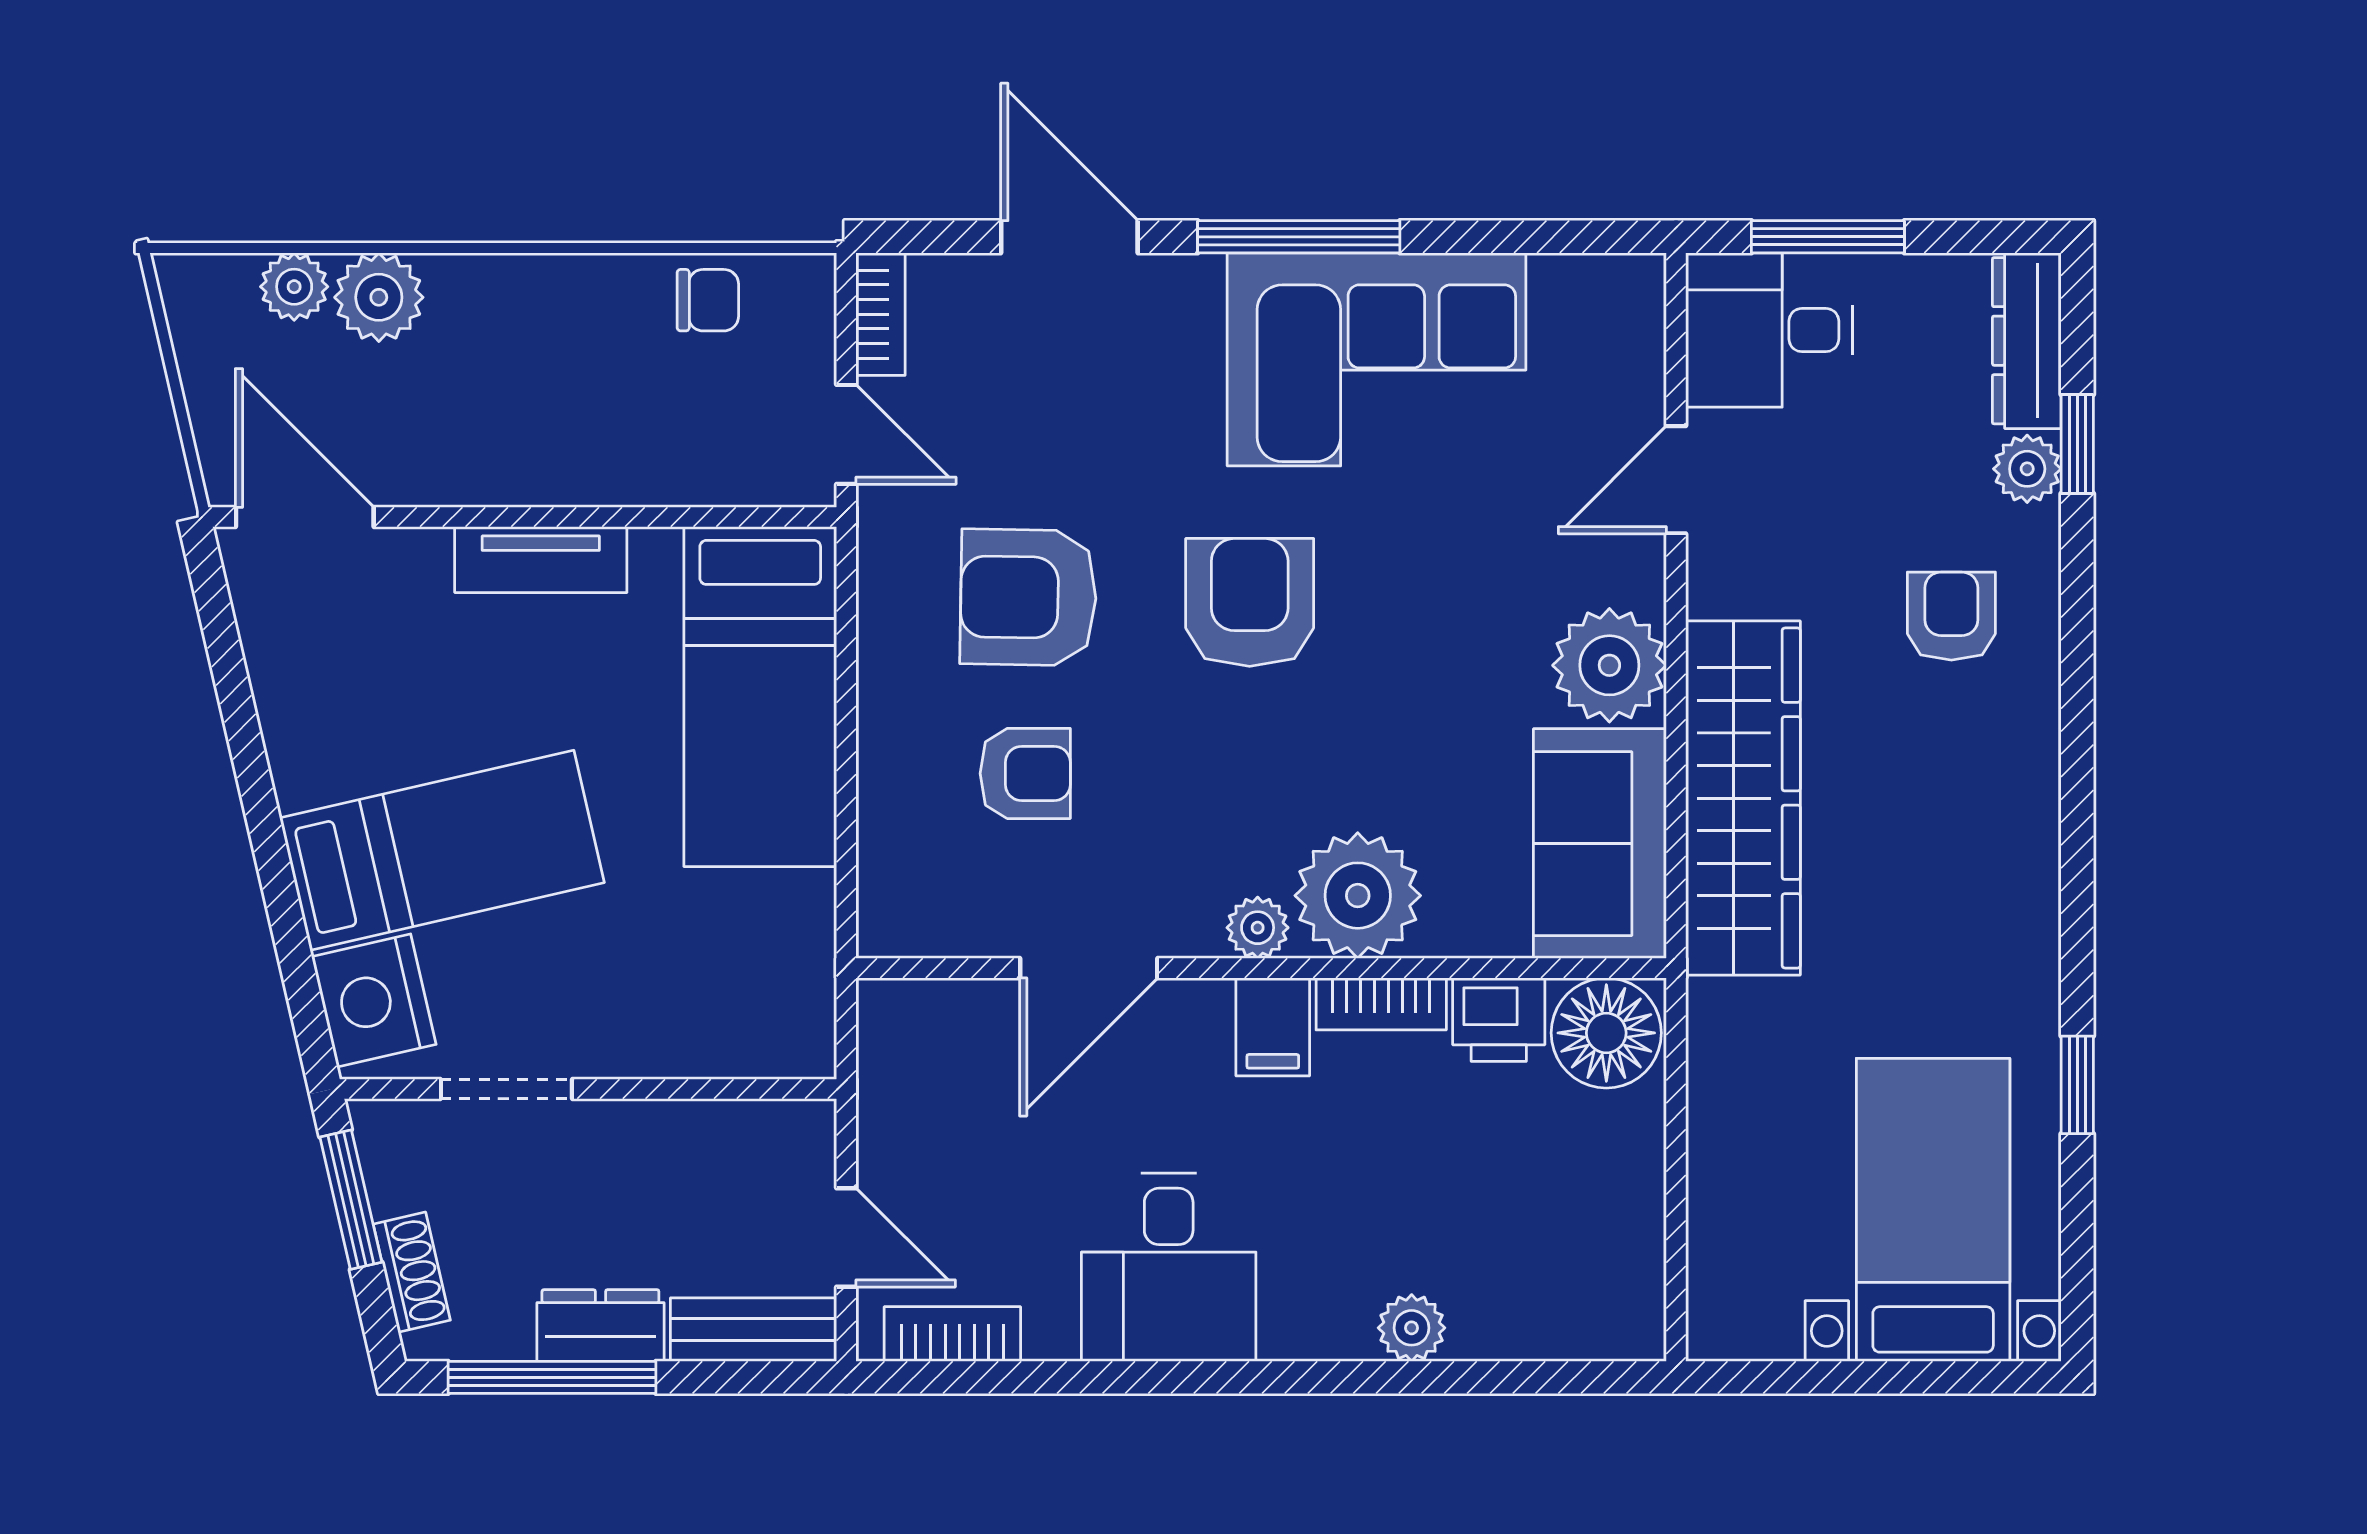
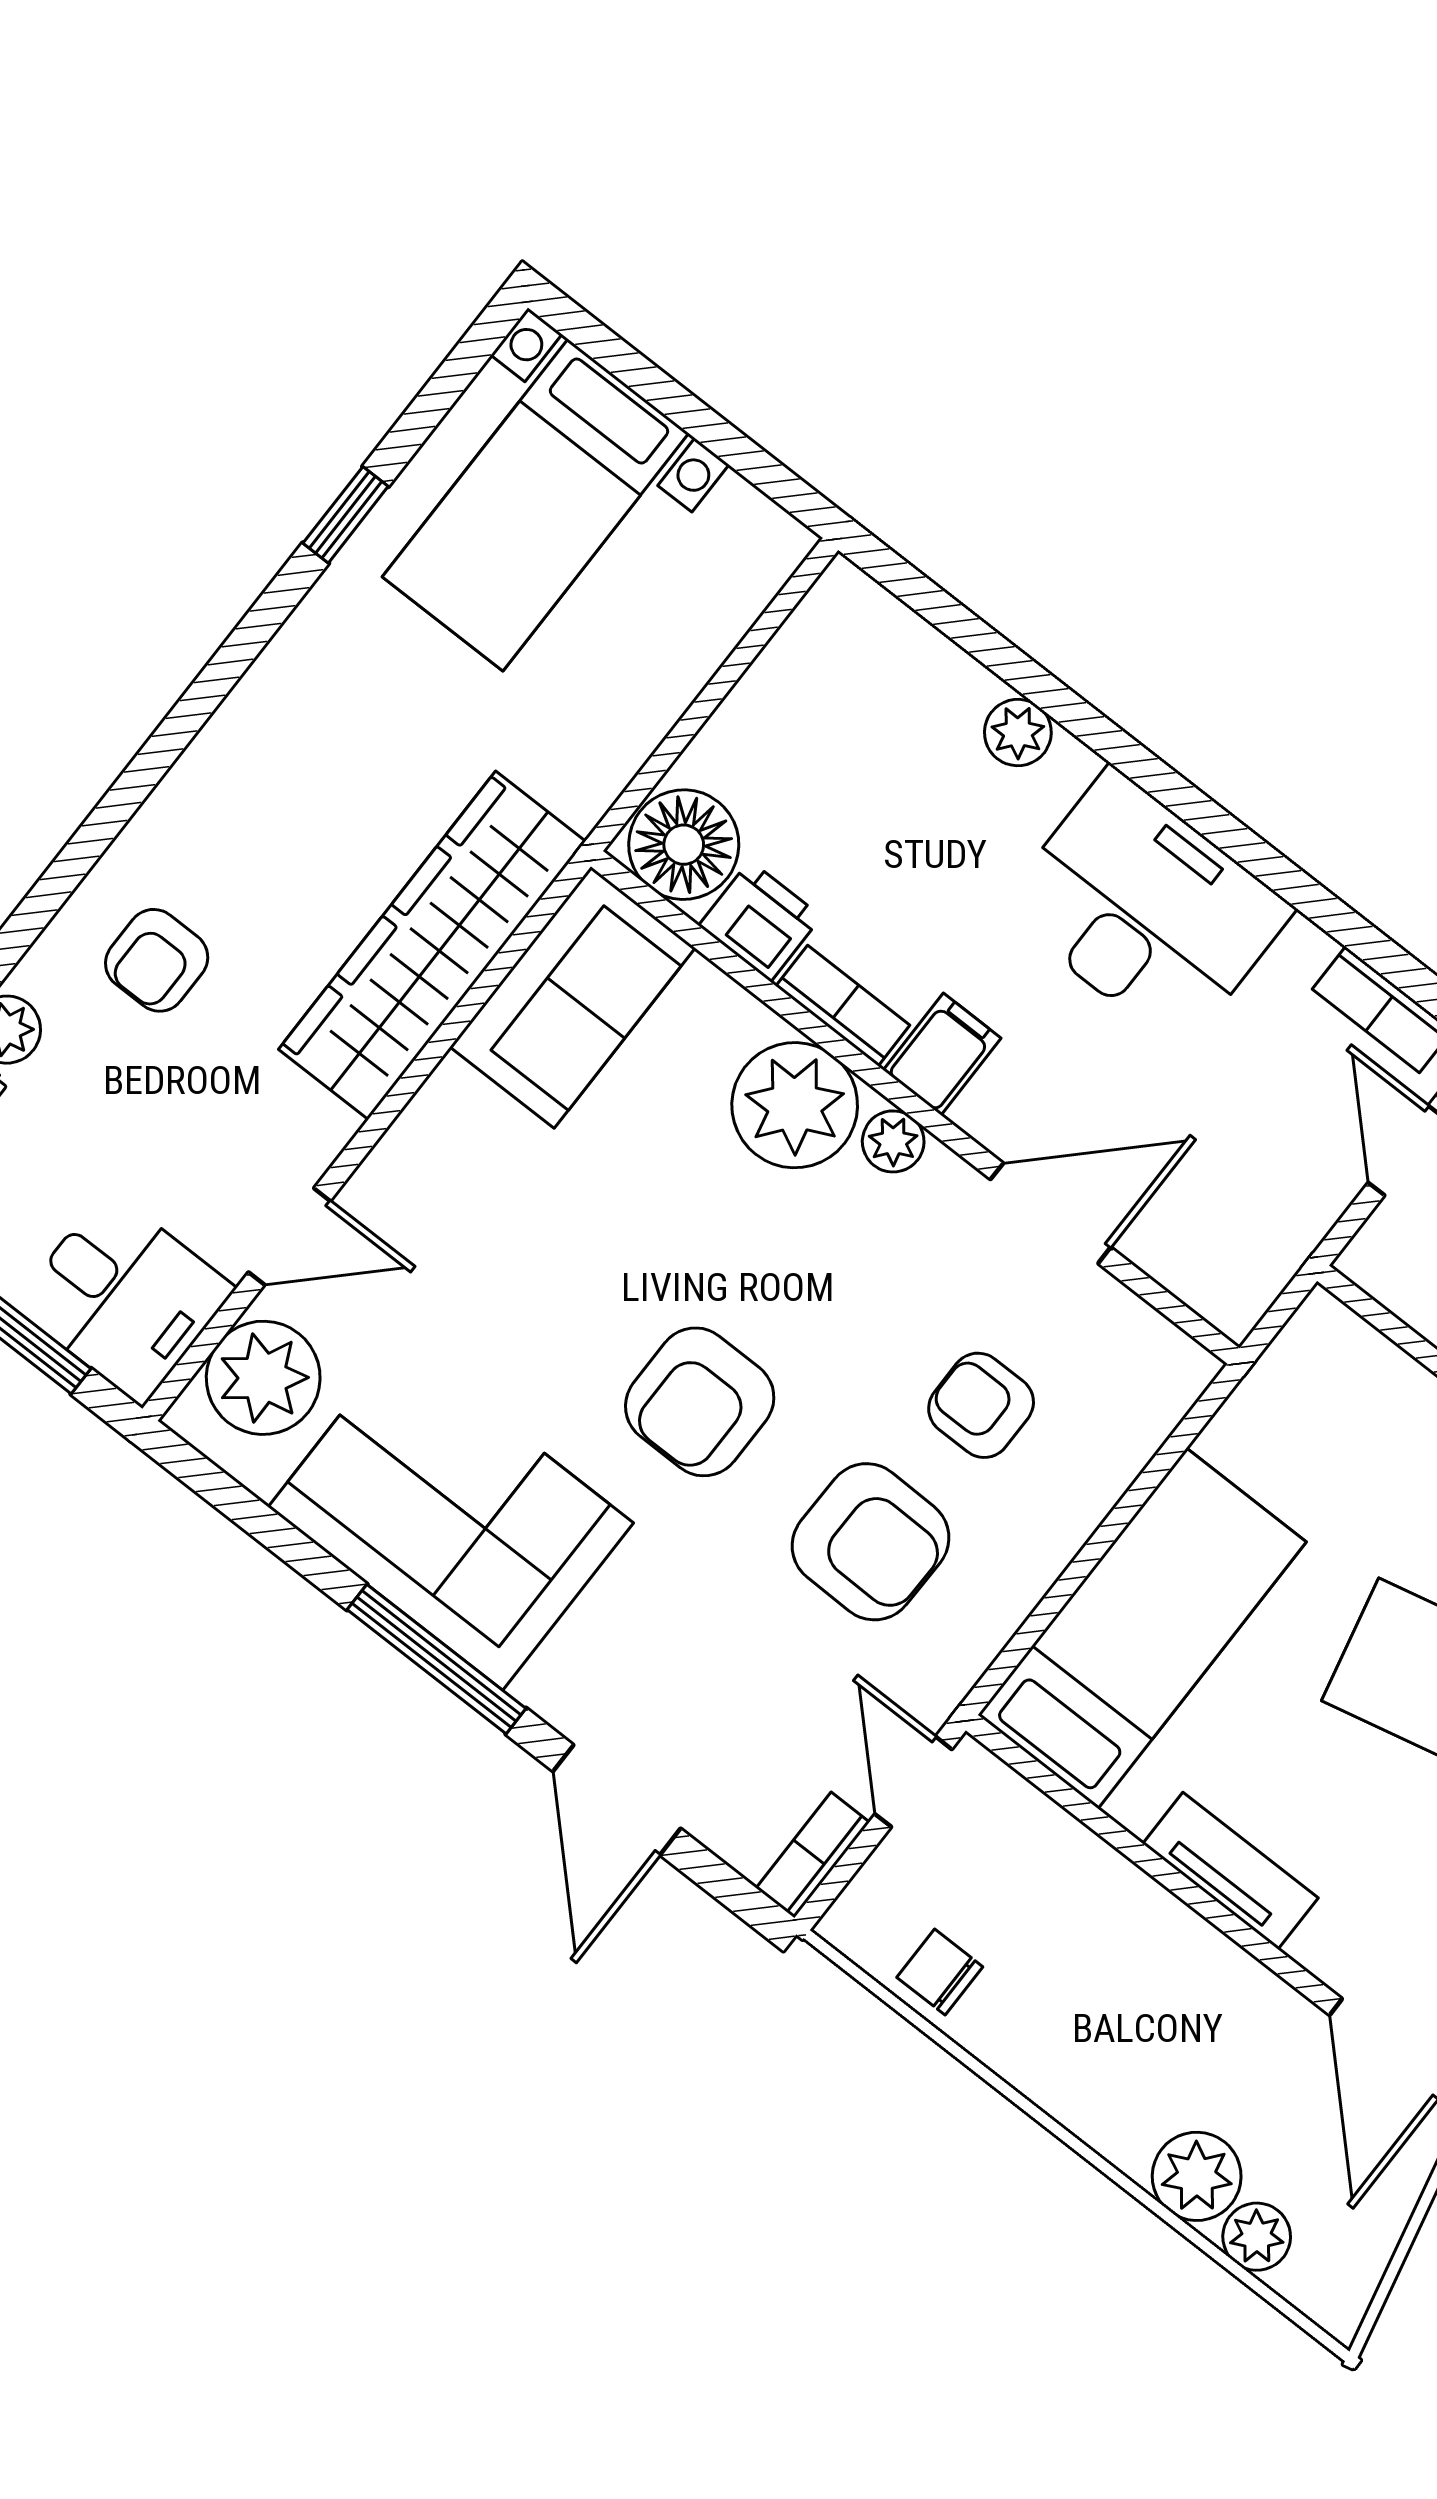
plant: (1609, 665) -> (263, 1378), moved
desk: (1169, 1267) -> (1146, 909), width x1.37

